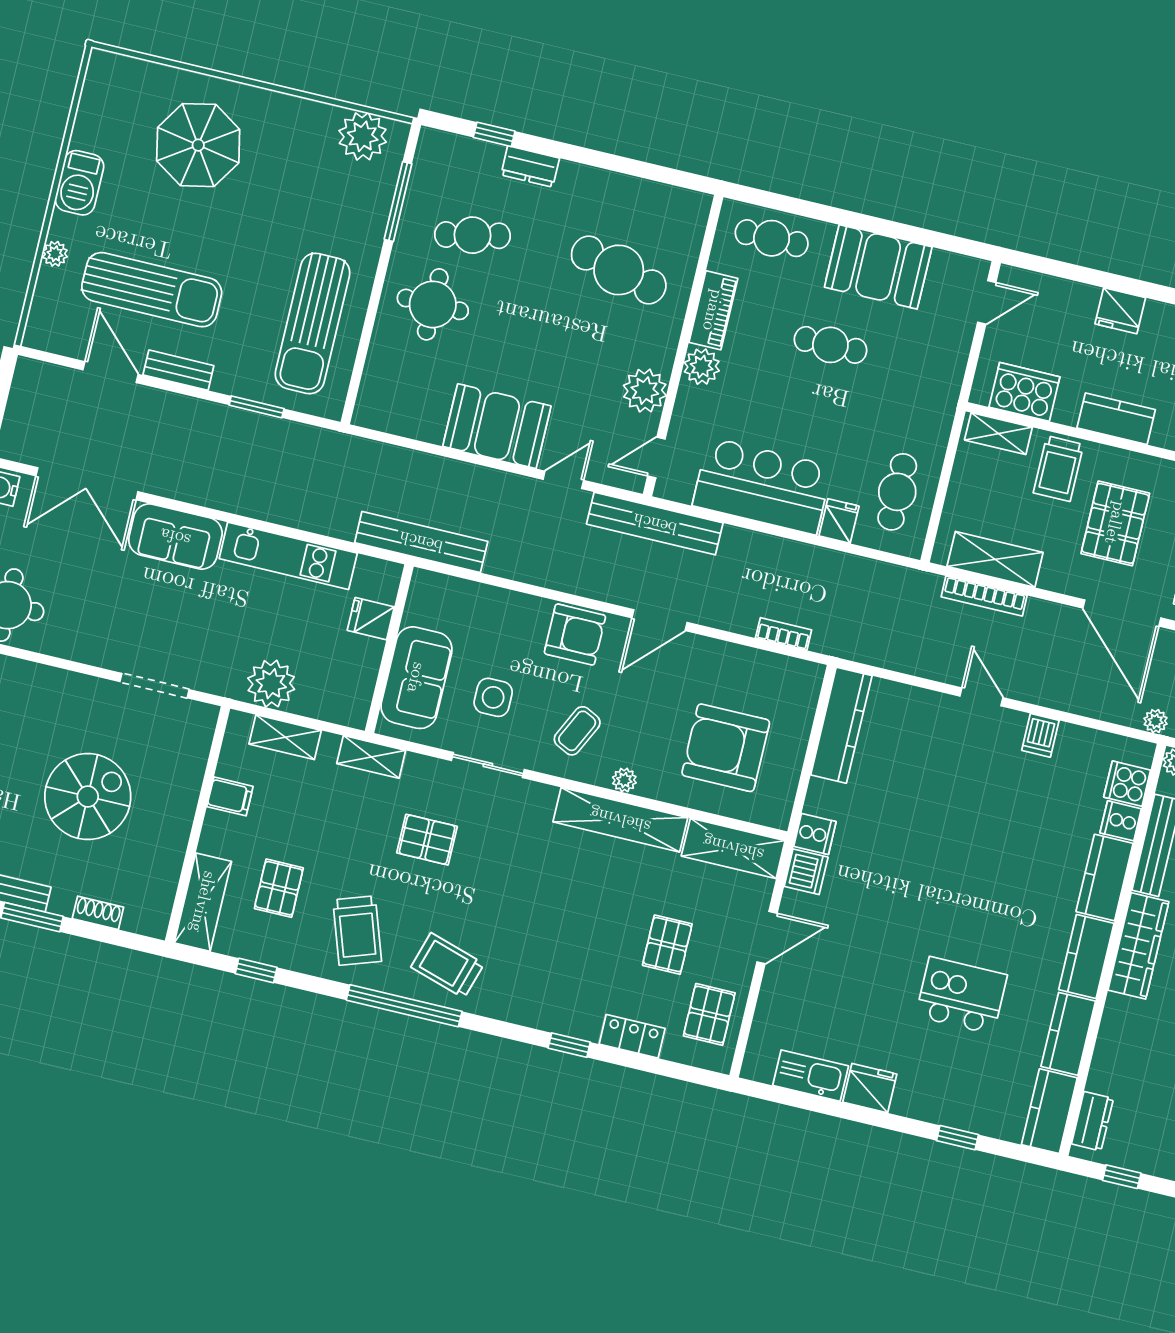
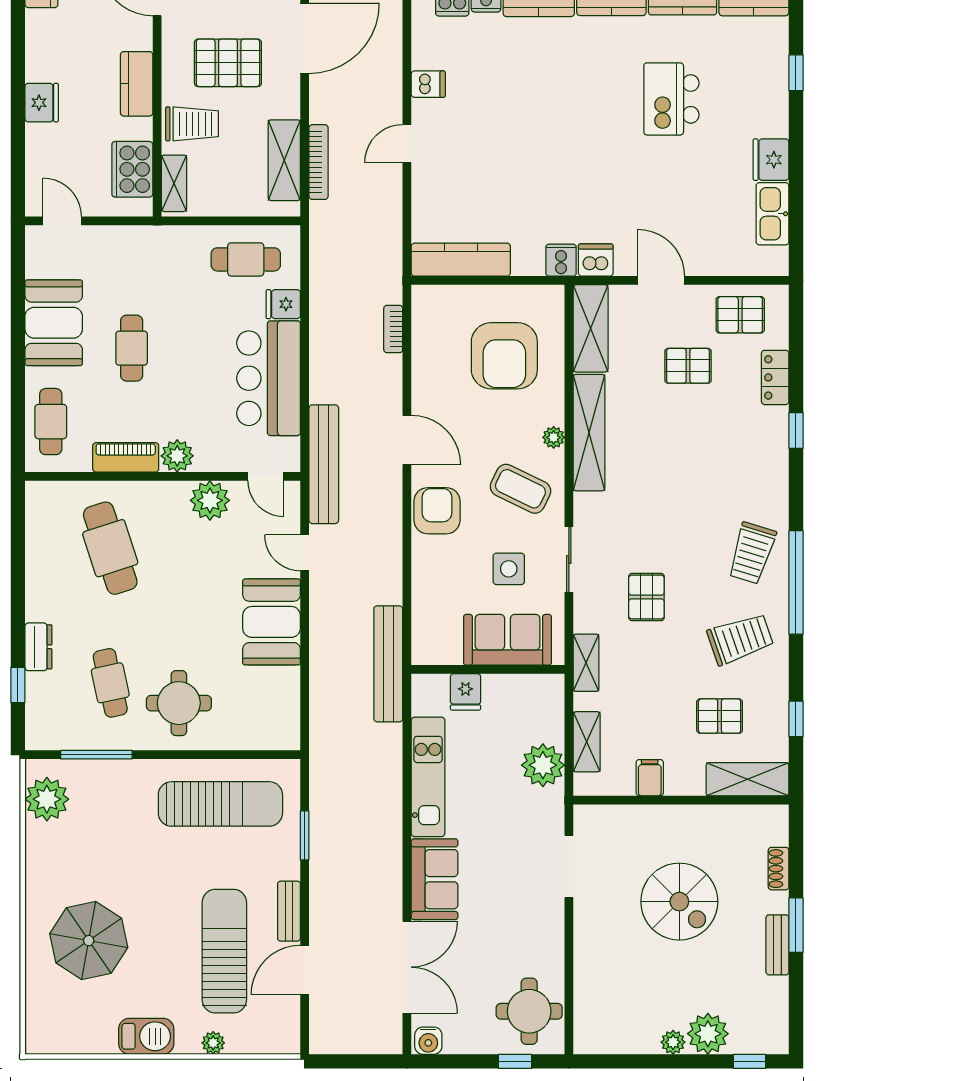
cafe table: (619, 270) -> (110, 548), turned -33
coffee table: (577, 731) -> (520, 489), width x1.36, depth x1.30
spiral stairs: (88, 797) -> (679, 902), turned 180

